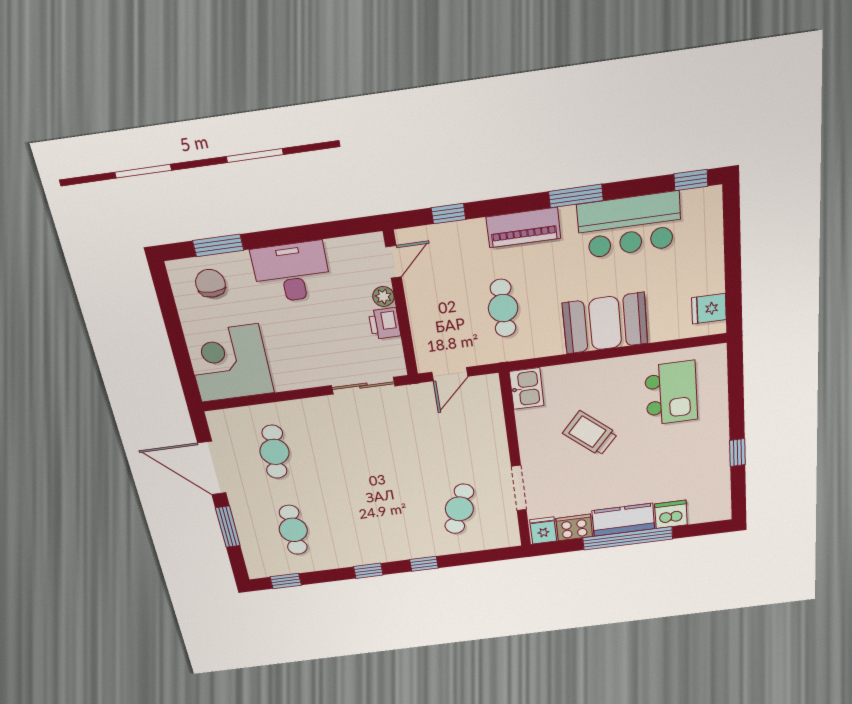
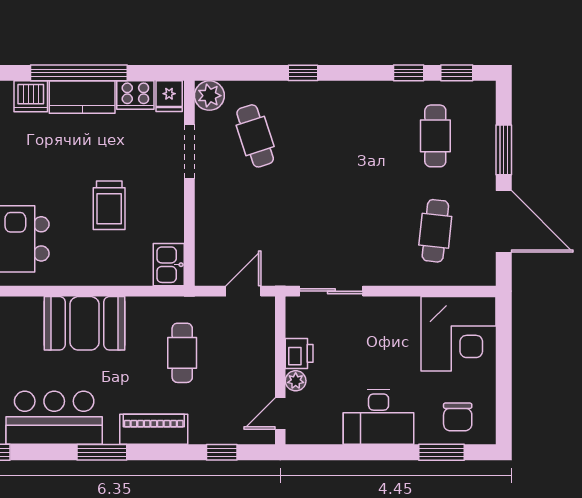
trolley: (590, 433) -> (109, 205), turned 49
cafe table: (459, 509) -> (255, 136), turned -39
plant: (506, 536) -> (209, 96), added
window: (368, 571) -> (409, 73), moved

